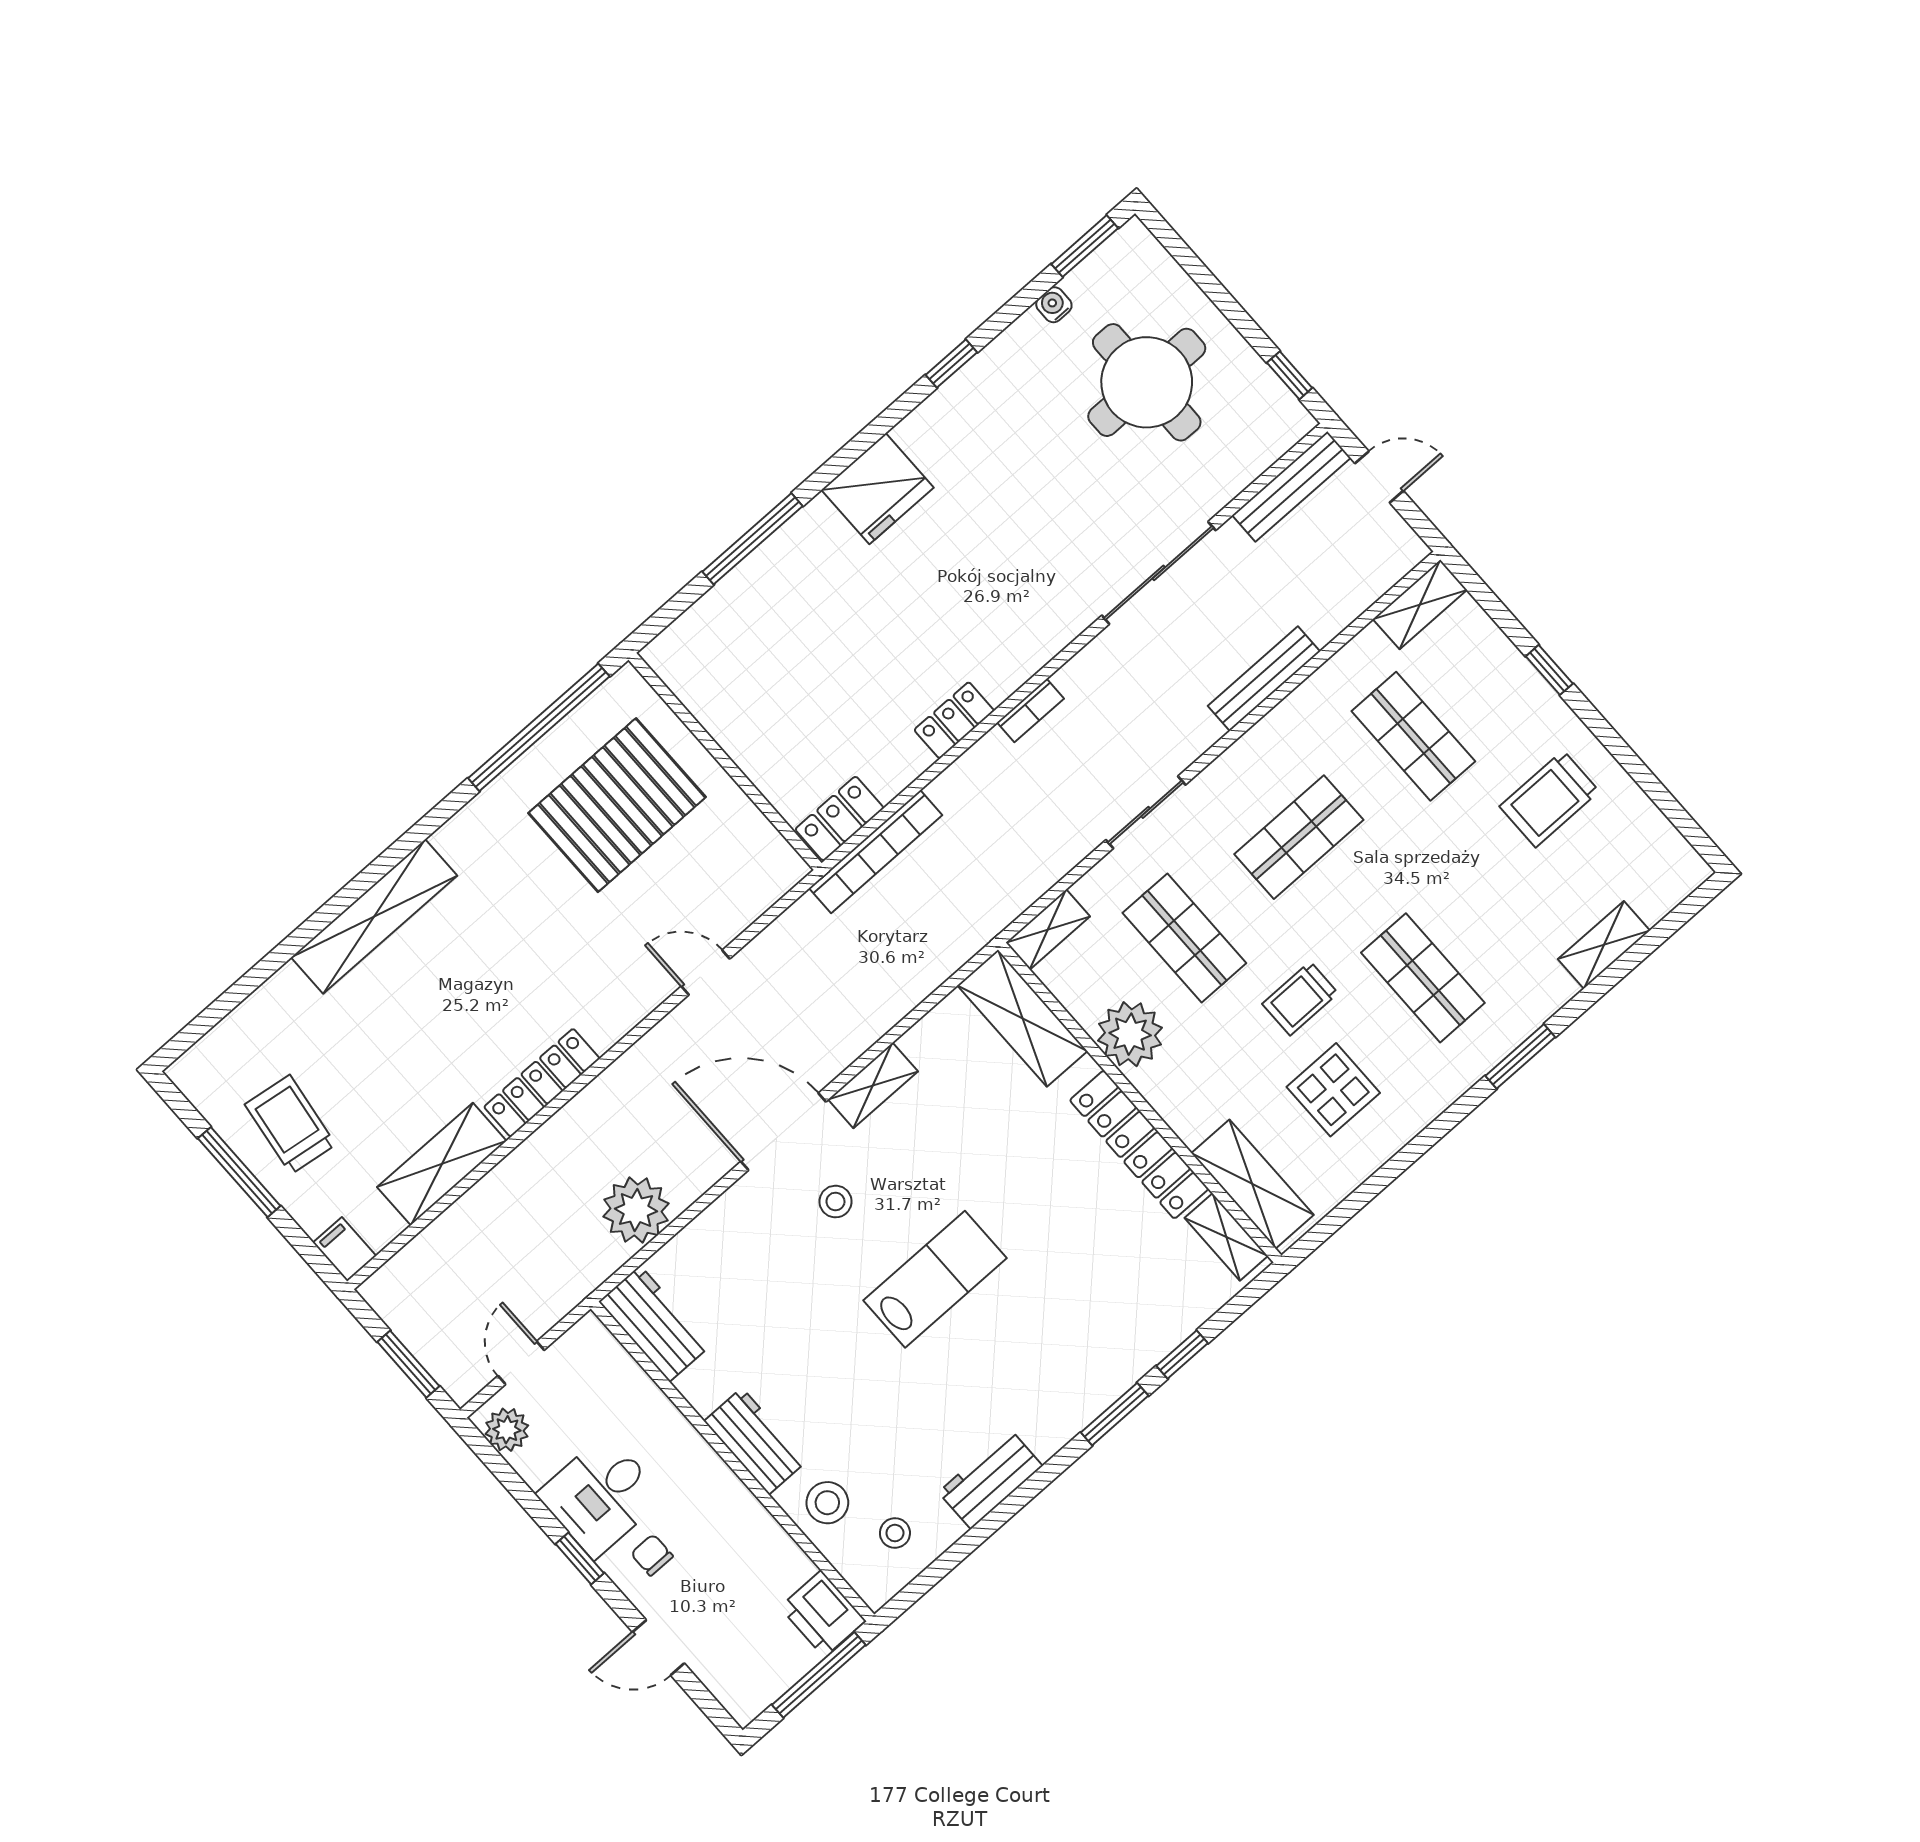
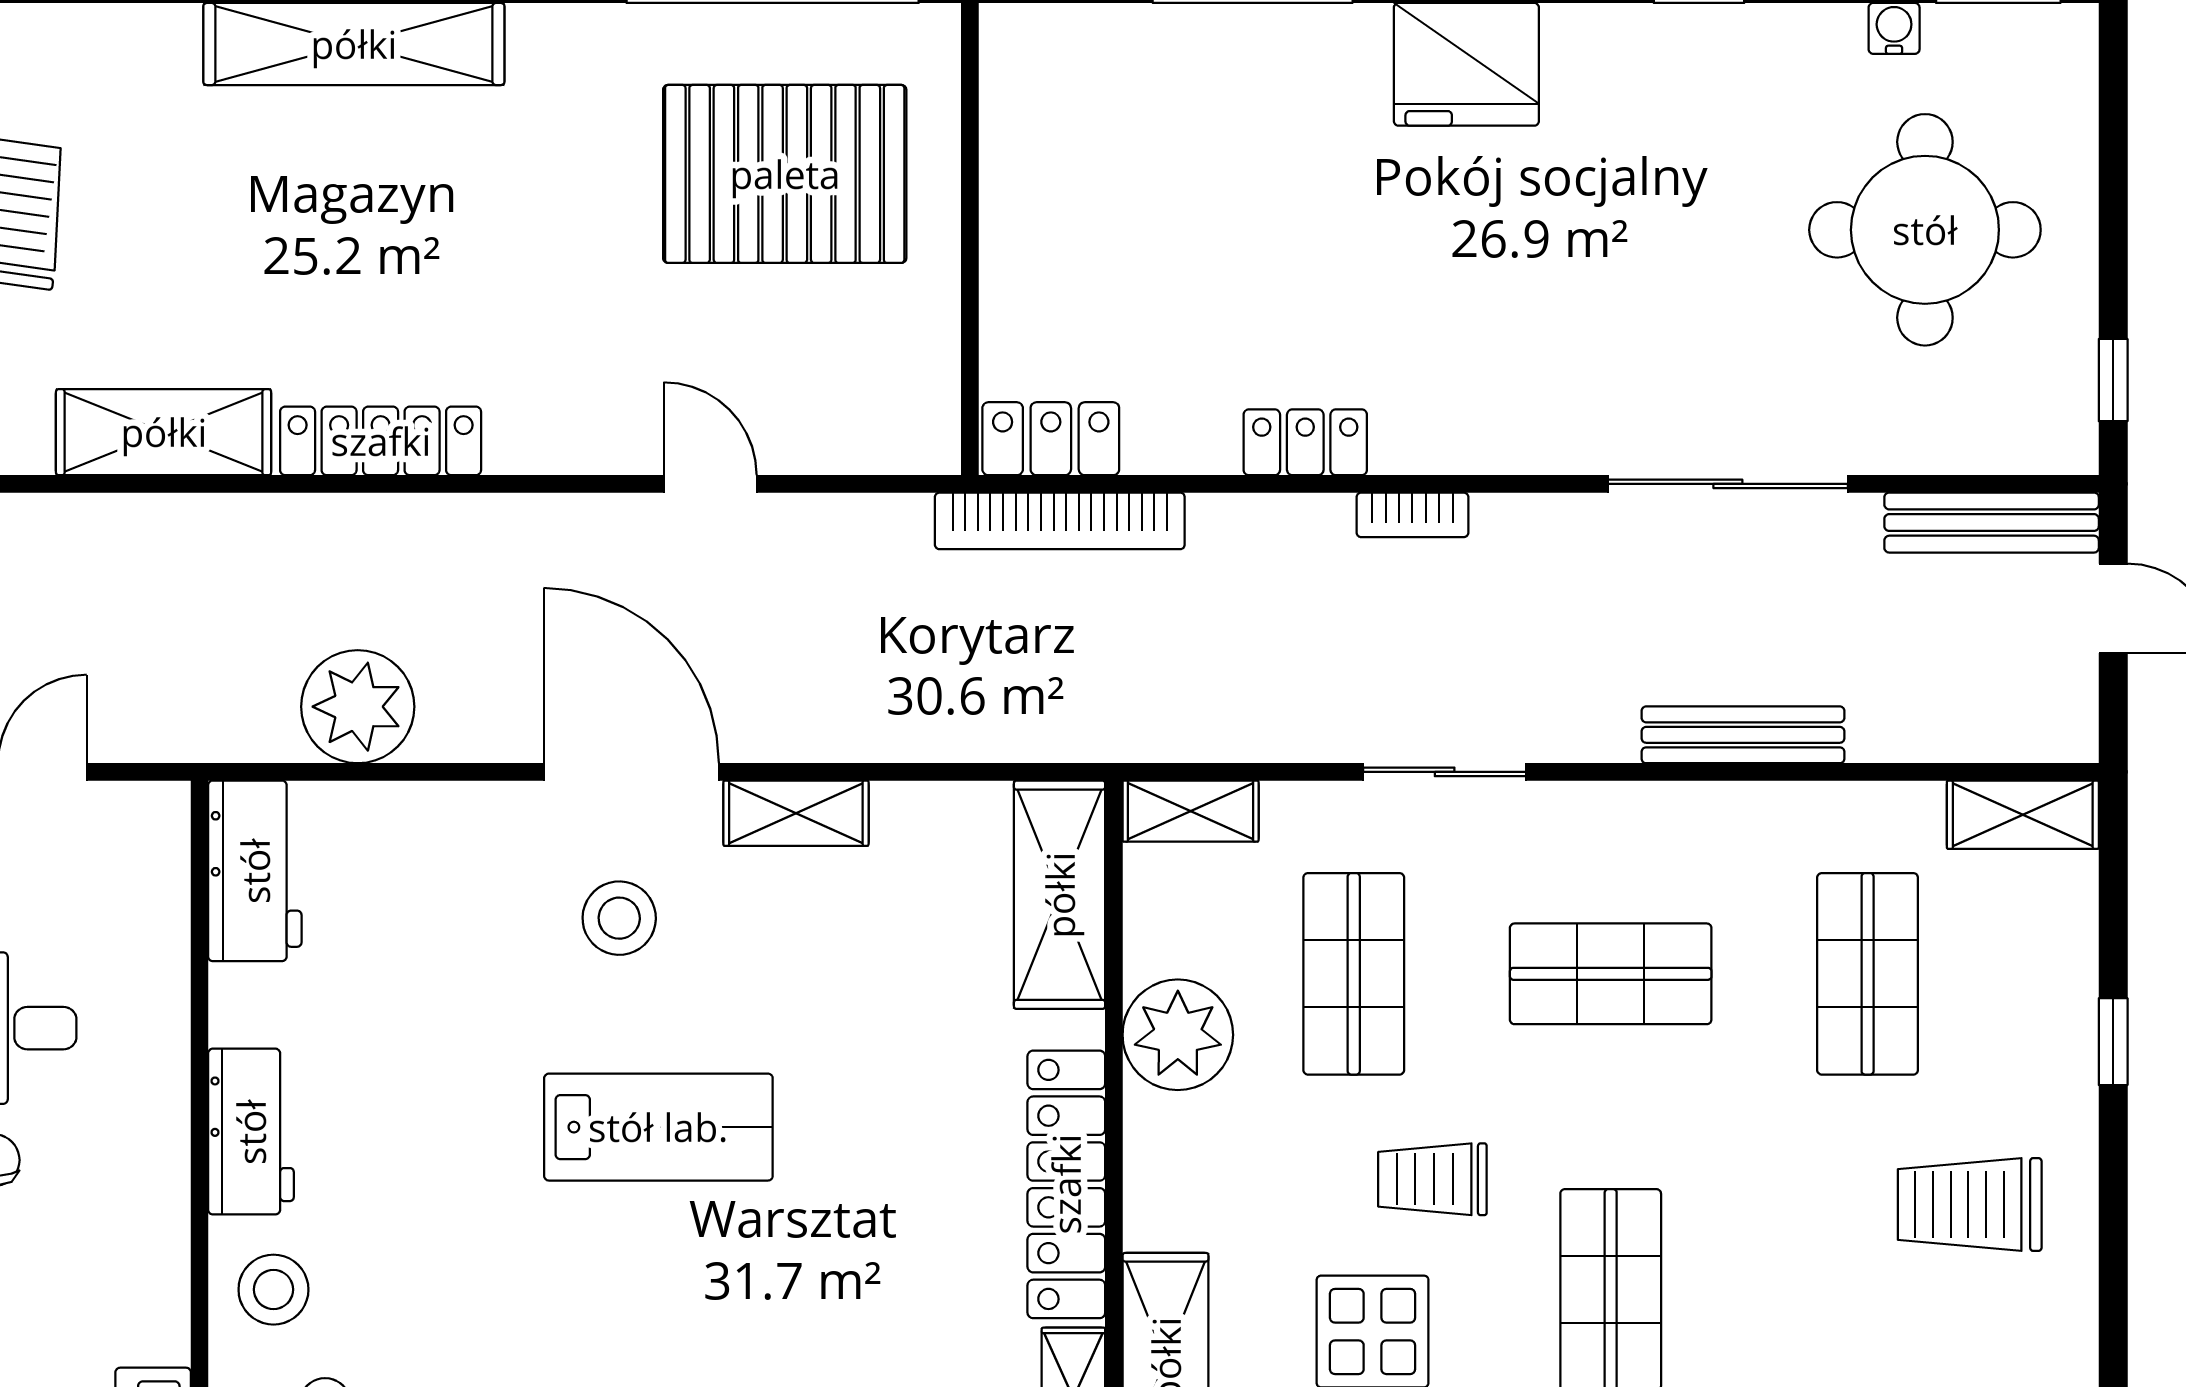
stool: (835, 1202) -> (619, 918), width x1.37, depth x1.37

